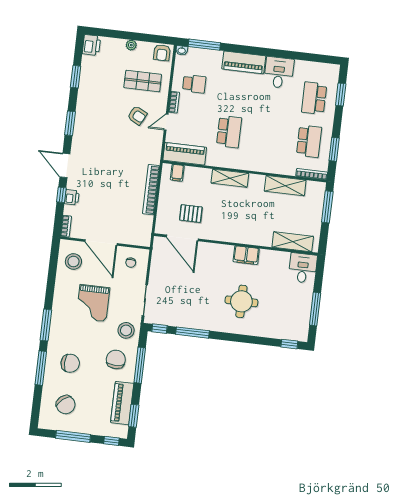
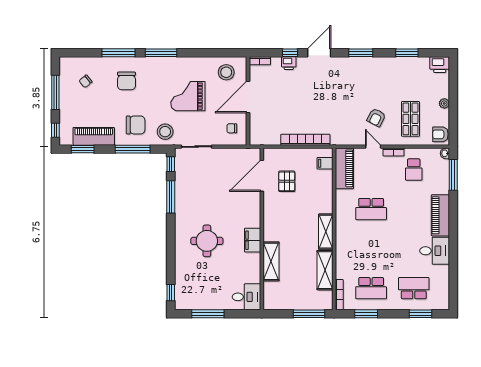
shelving: (230, 178) -> (326, 232), moved
shelving: (293, 242) -> (271, 261), moved
chair: (66, 405) -> (86, 81), width x0.54, depth x0.54

